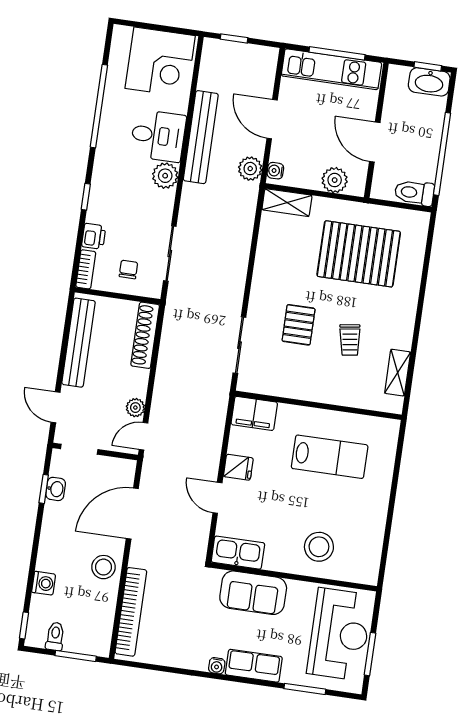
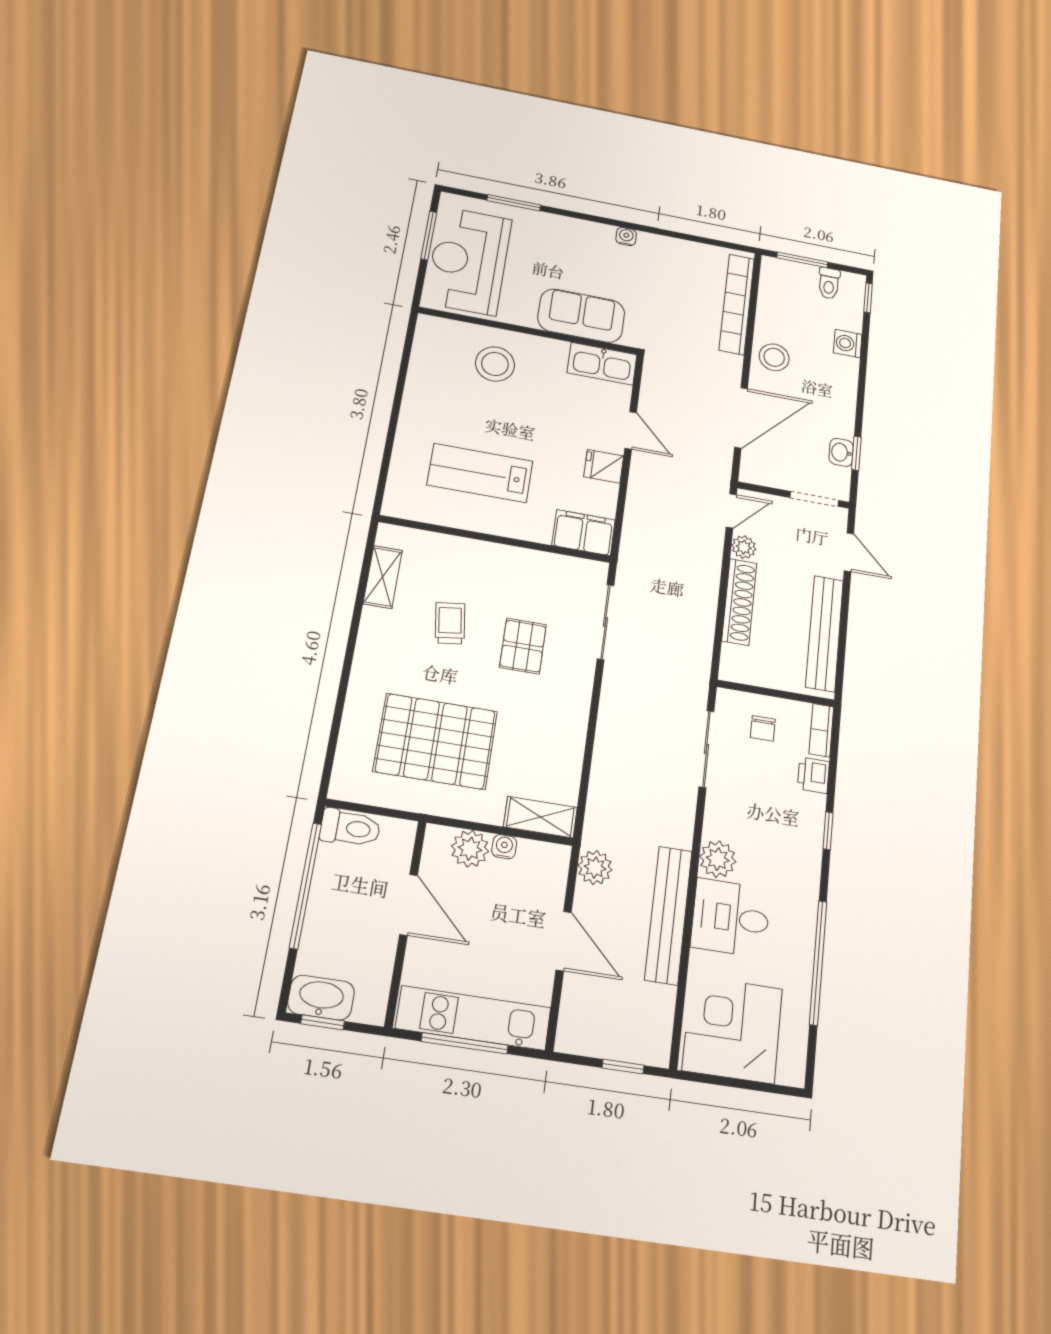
water cooler: (275, 171) -> (504, 847), moved, turned -90
shoe rack: (145, 335) -> (739, 602), moved
row of seats: (254, 666) -> (579, 233), removed

